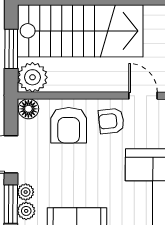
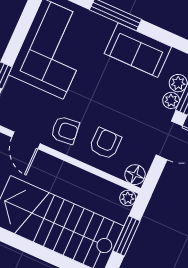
plant: (32, 77) -> (128, 198), width x0.53, depth x0.53
armchair: (69, 125) -> (105, 144), width x0.72, depth x0.72

